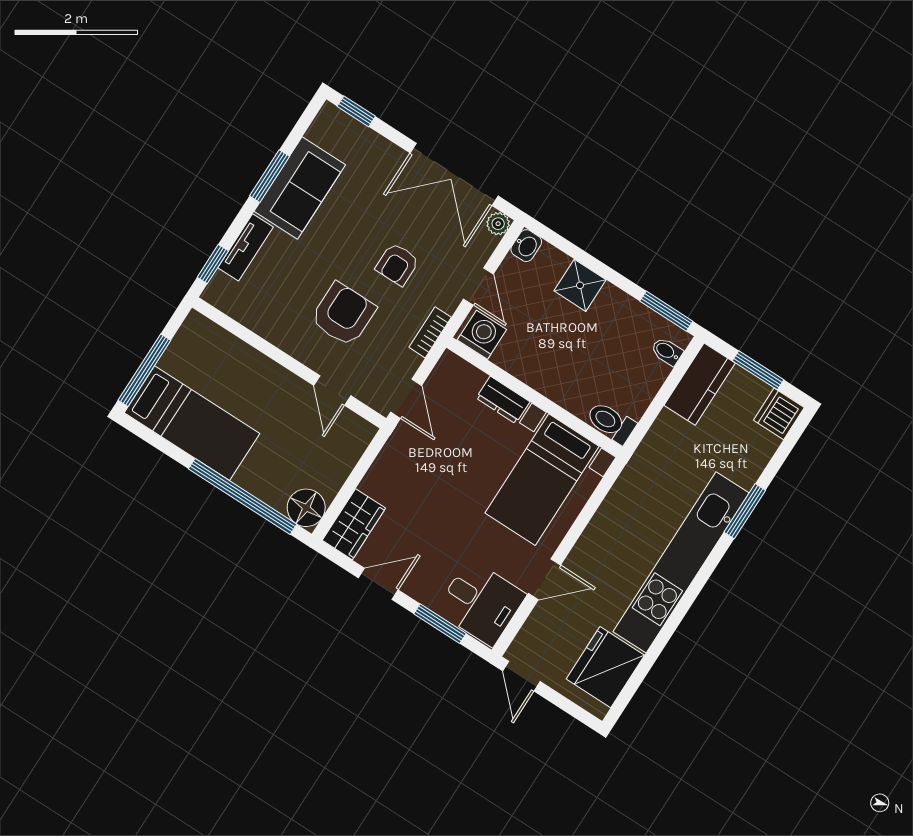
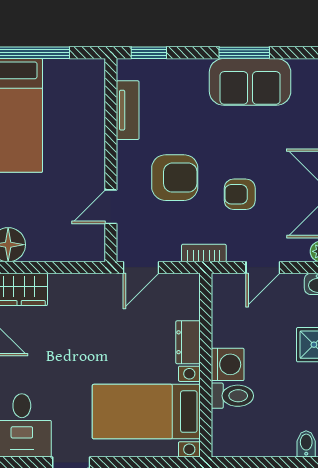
tv unit: (245, 247) -> (128, 110), moved, turned -90
washing machine: (482, 335) -> (228, 364), moved
toilet: (611, 422) -> (232, 396), moved, turned 90

